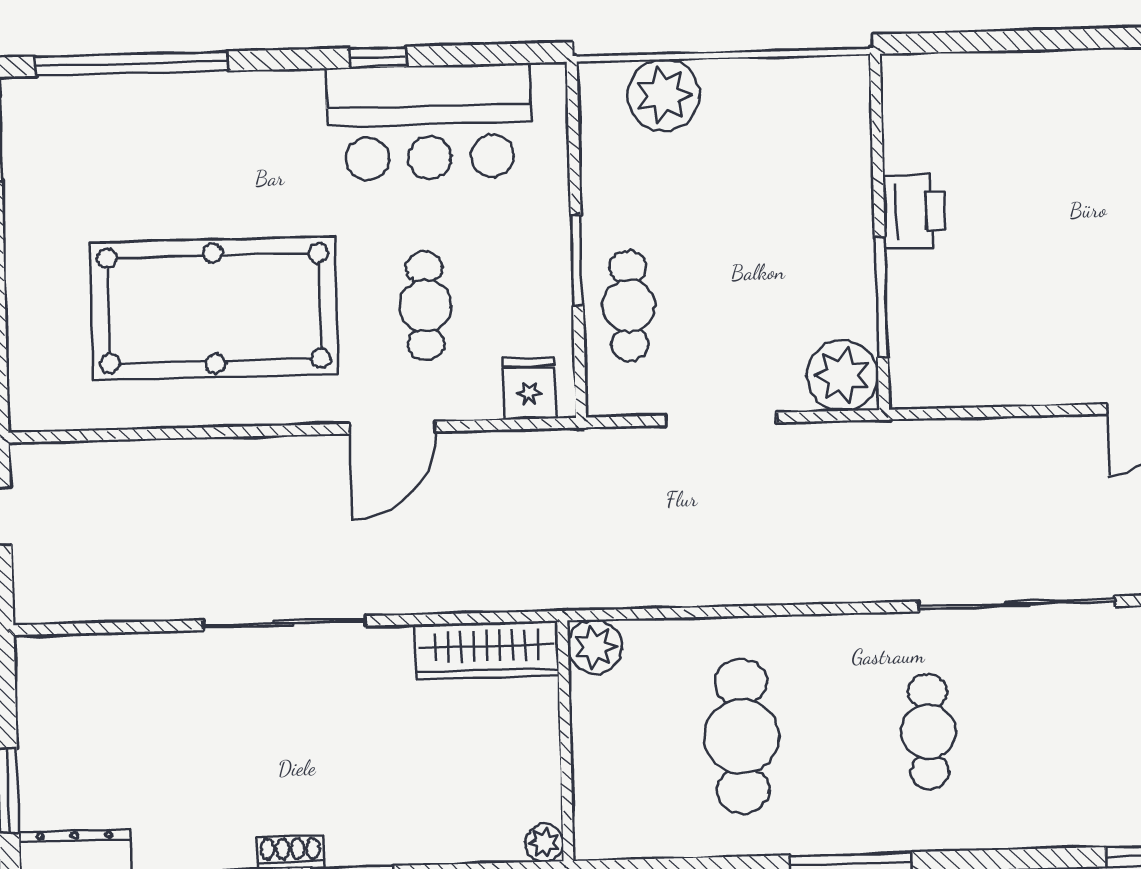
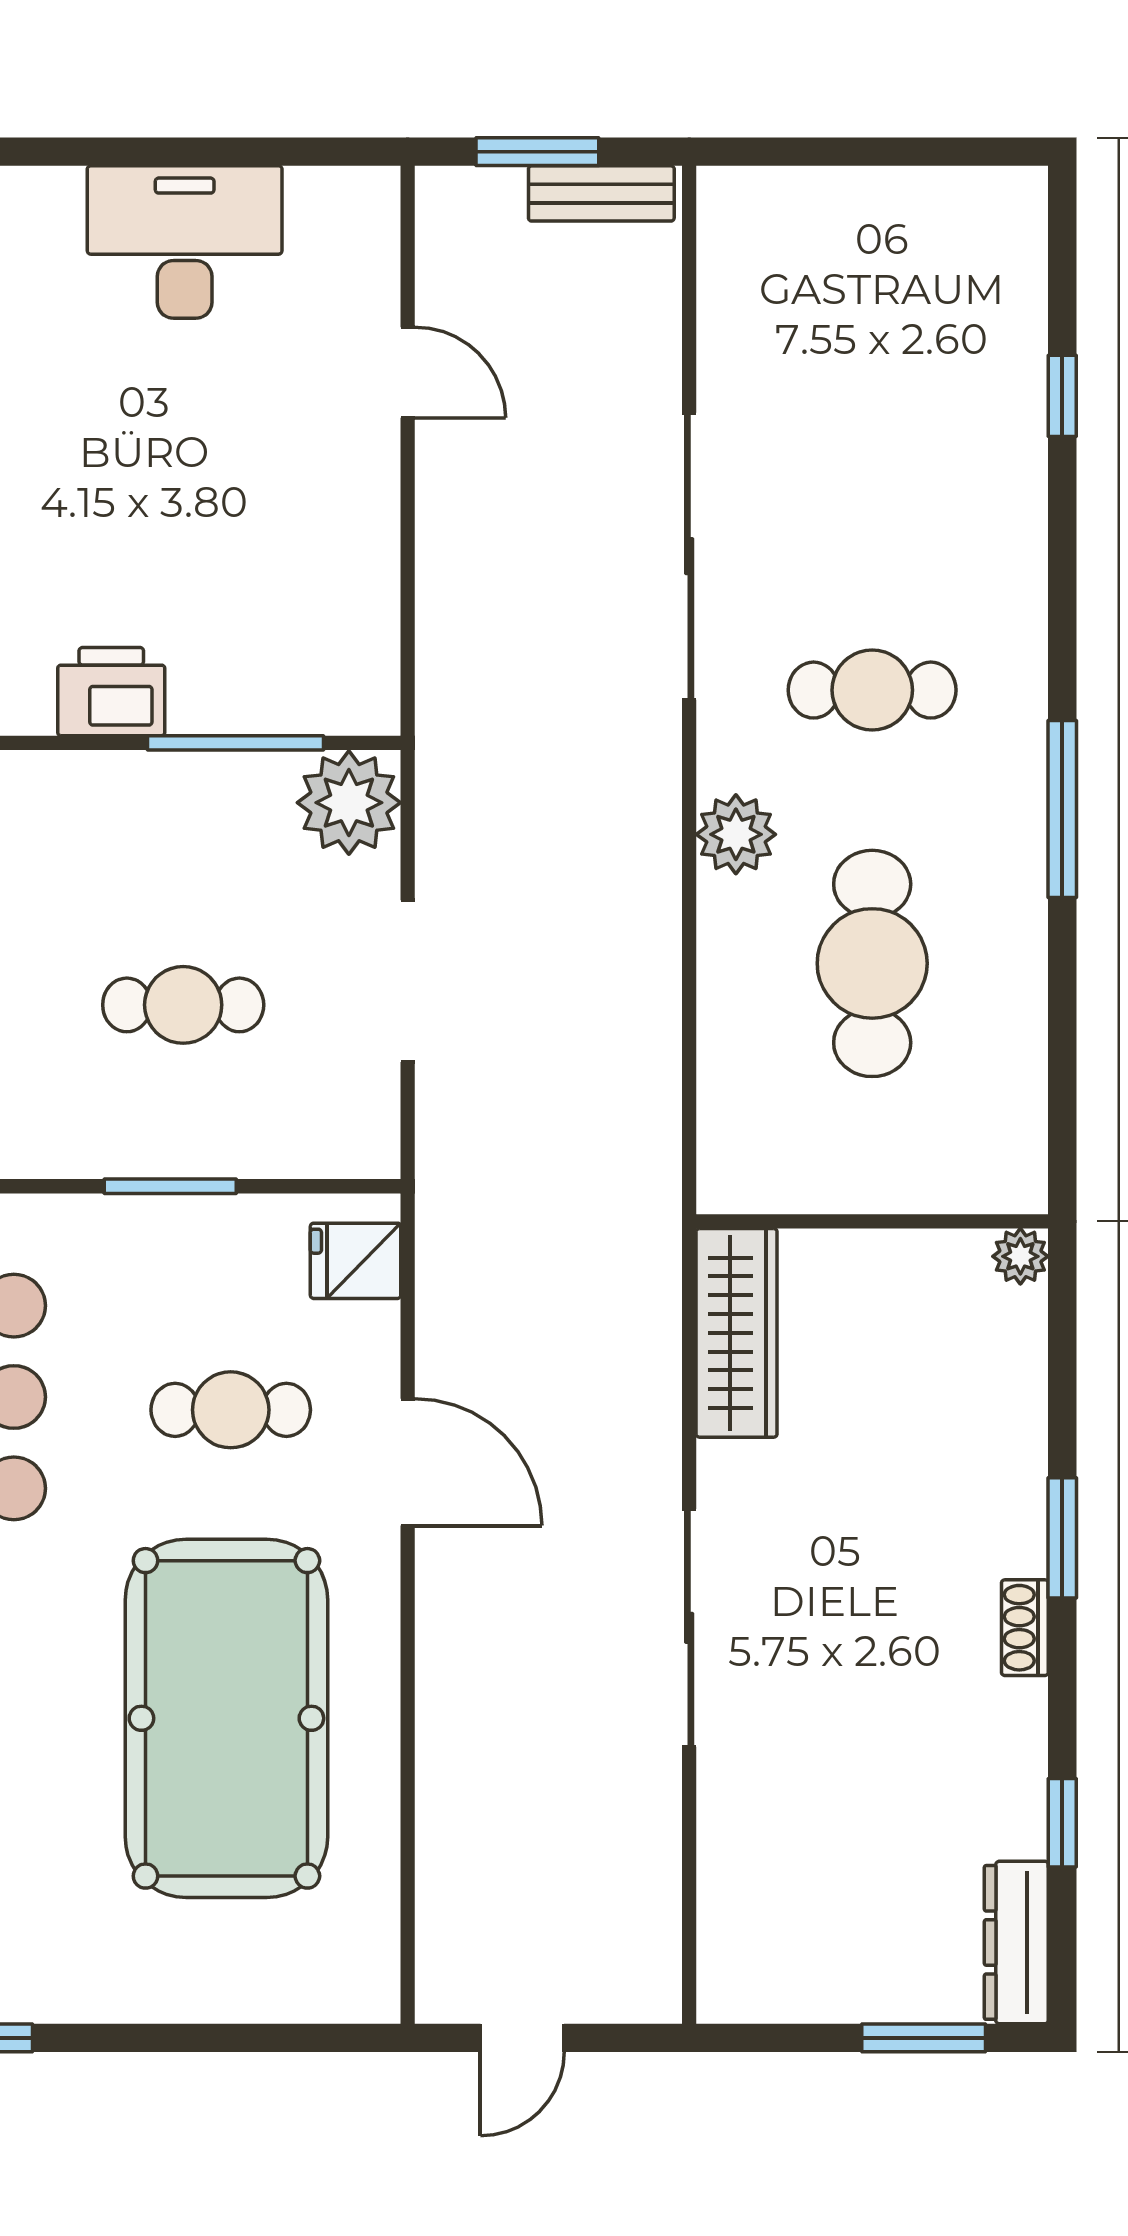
cafe table: (629, 306) -> (183, 1005), moved
plant: (595, 647) -> (736, 834), moved
cafe table: (742, 736) -> (872, 963), turned 90

